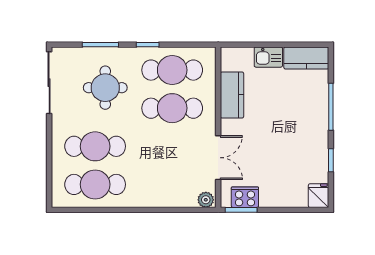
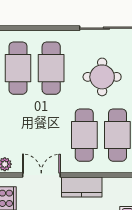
kitchen counter: (232, 95) -> (82, 187), moved
double door: (218, 158) -> (41, 175), swing flipped

